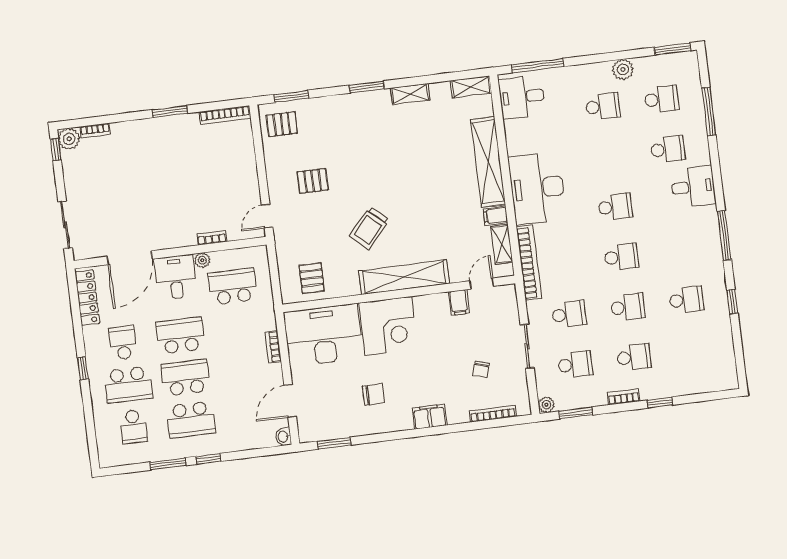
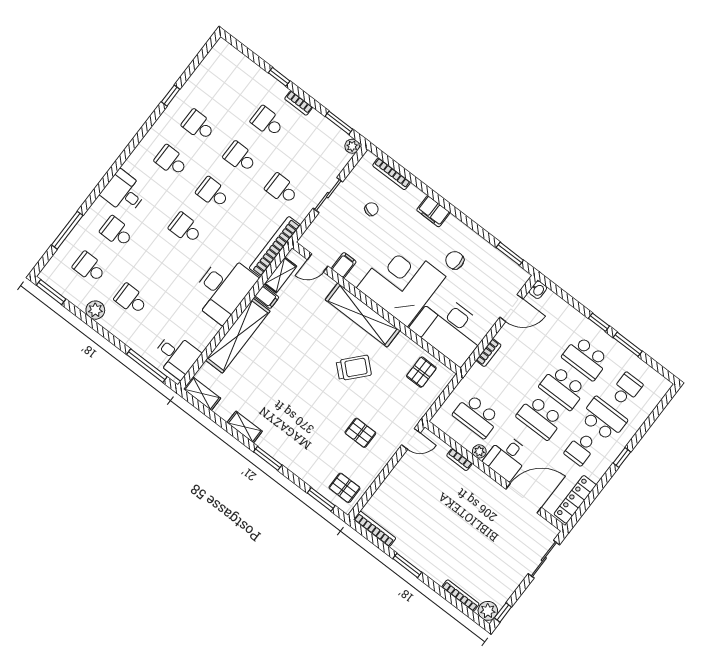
bookcase: (95, 131) -> (460, 595), width x1.56
window: (724, 235) -> (135, 142), removed
corner desk: (388, 326) -> (401, 282), width x1.36, depth x1.36
school desk: (575, 364) -> (171, 161), moved
school desk: (191, 420) -> (586, 358), turned 180

